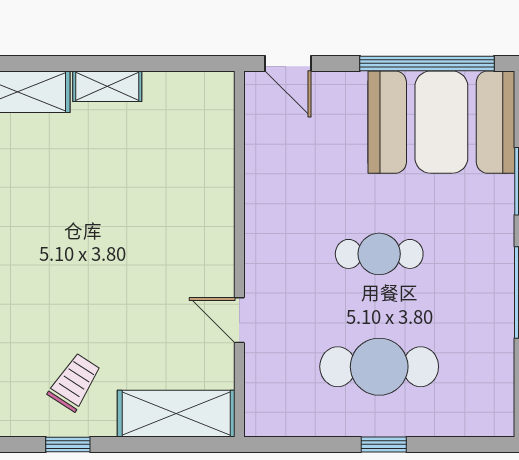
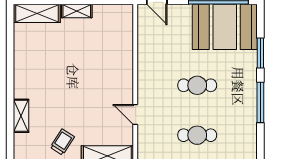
cafe table: (379, 367) -> (197, 135), width x0.73, depth x0.74

